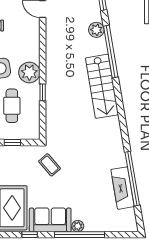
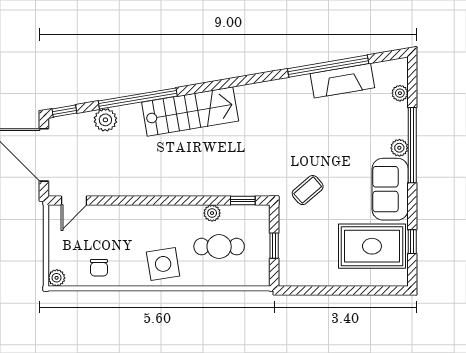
plant: (29, 72) -> (212, 213), moved, width x0.53, depth x0.53
window: (43, 92) -> (243, 200), moved
plant: (114, 226) -> (400, 93), added
window: (30, 235) -> (412, 242), moved

